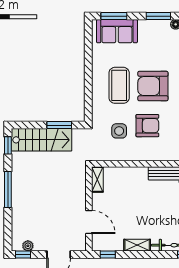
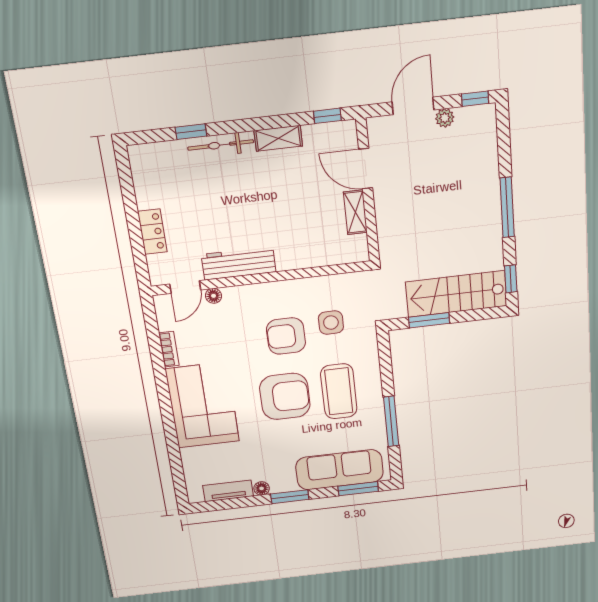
sofa: (117, 31) -> (340, 470), width x1.36
window: (88, 61) -> (391, 421), added
shelving: (97, 179) -> (355, 212), moved
plant: (28, 246) -> (445, 118), moved

